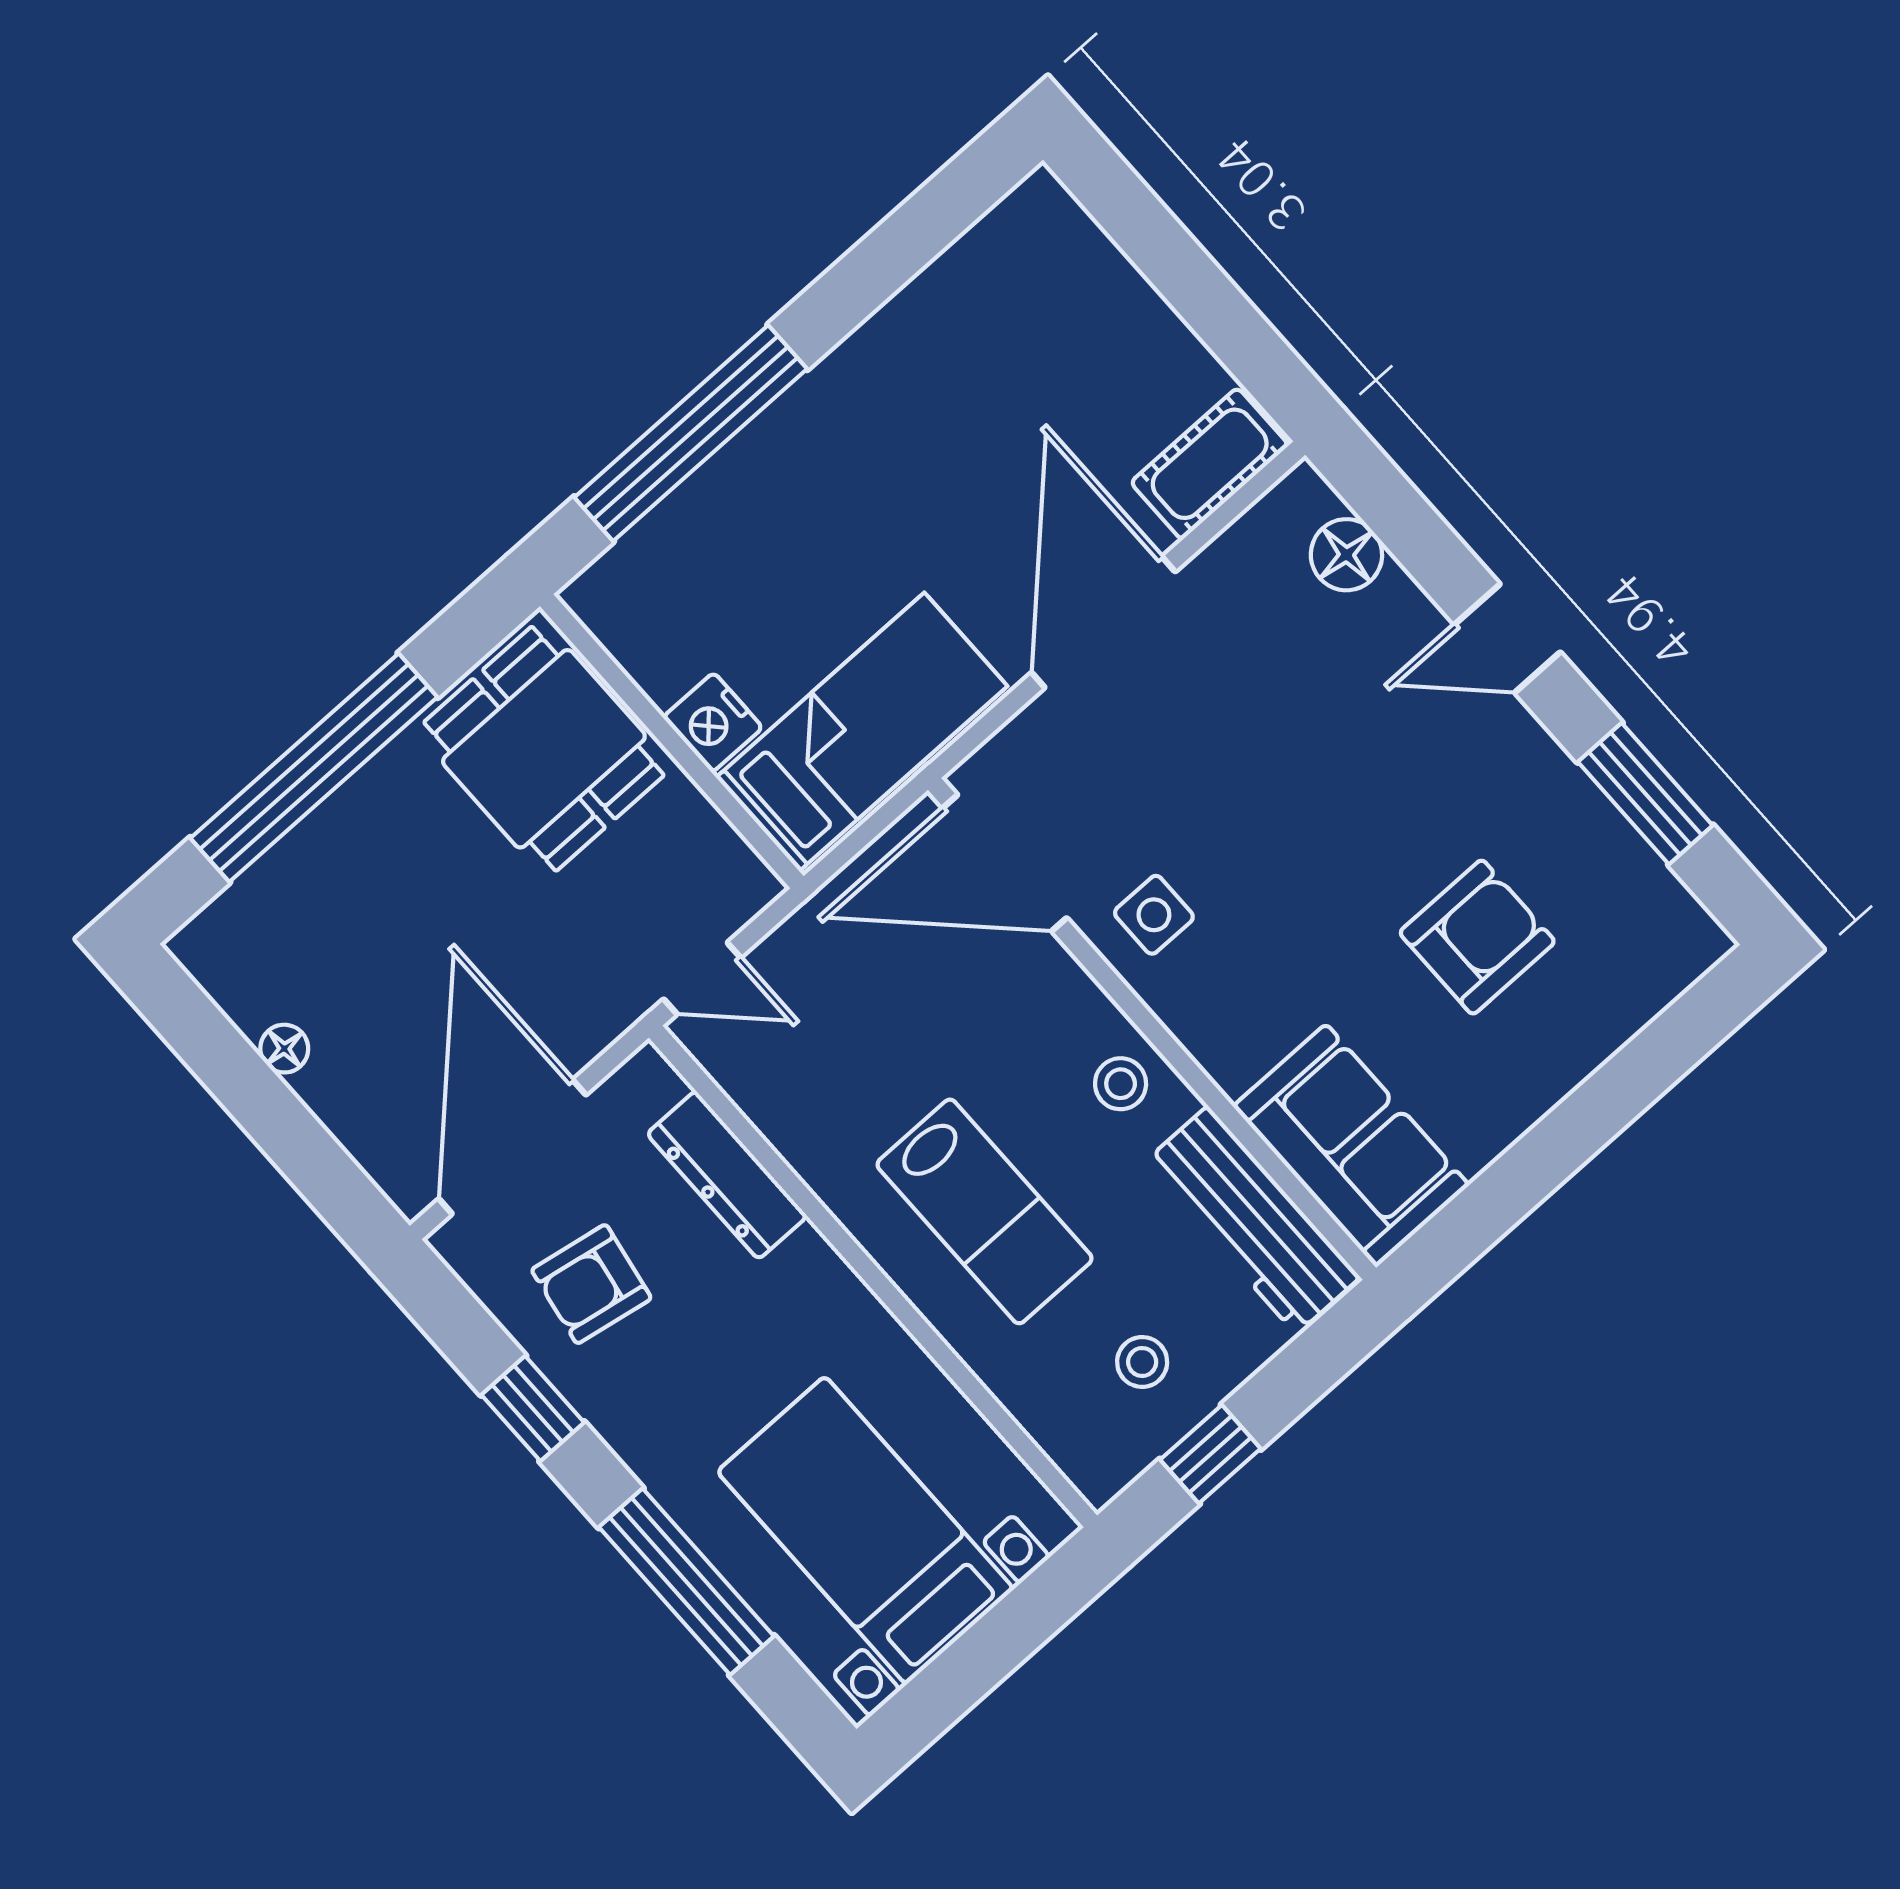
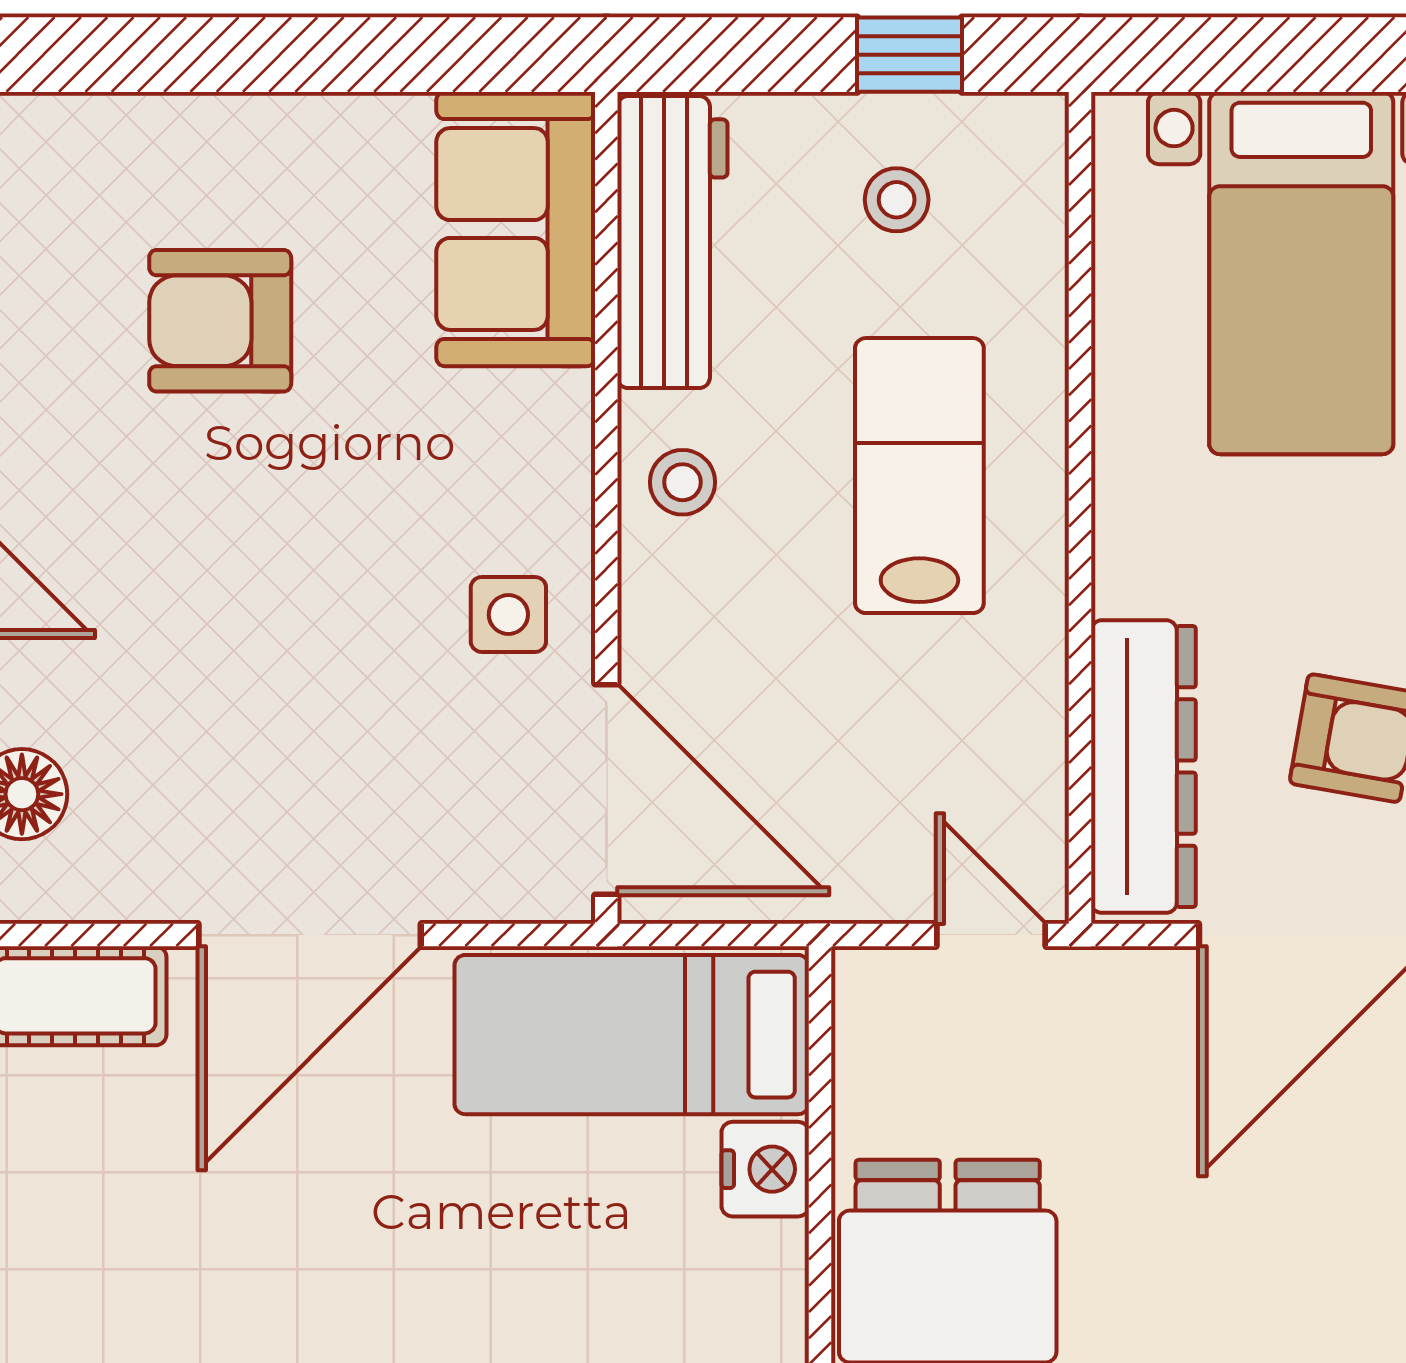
dresser: (727, 1175) -> (1143, 767), width x1.37, depth x1.24

